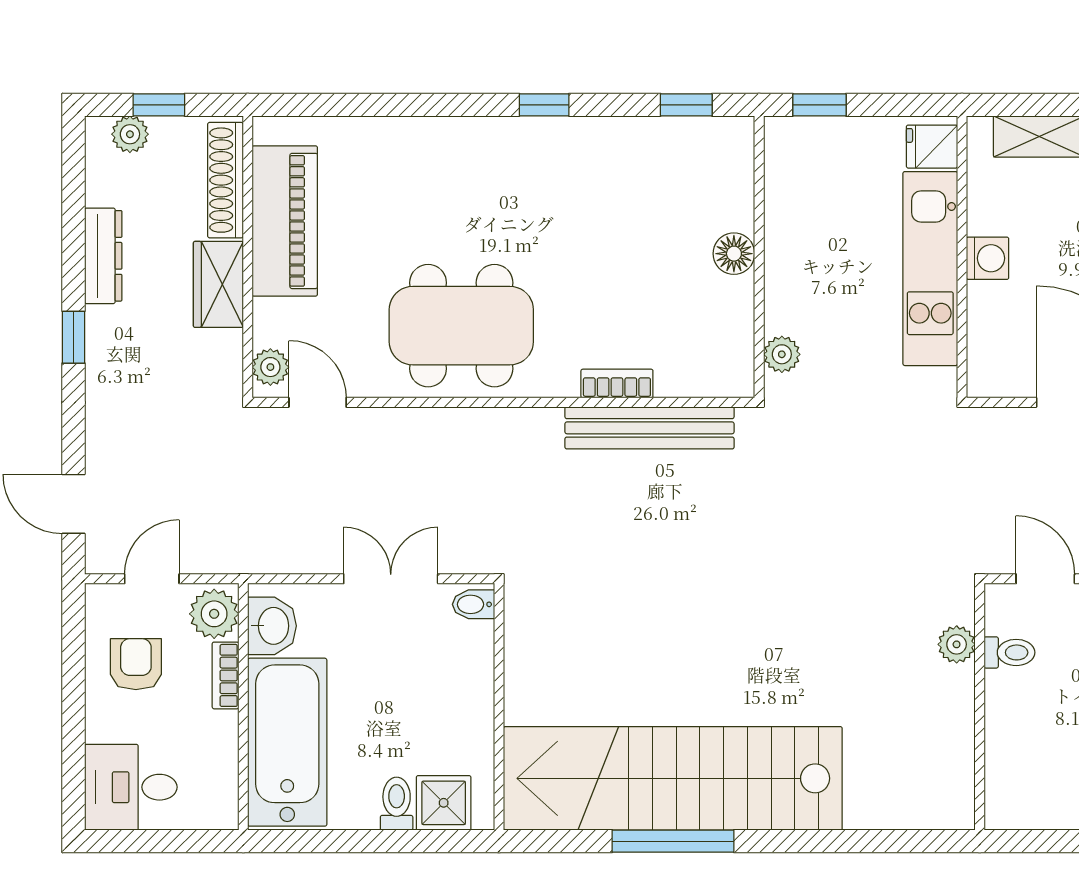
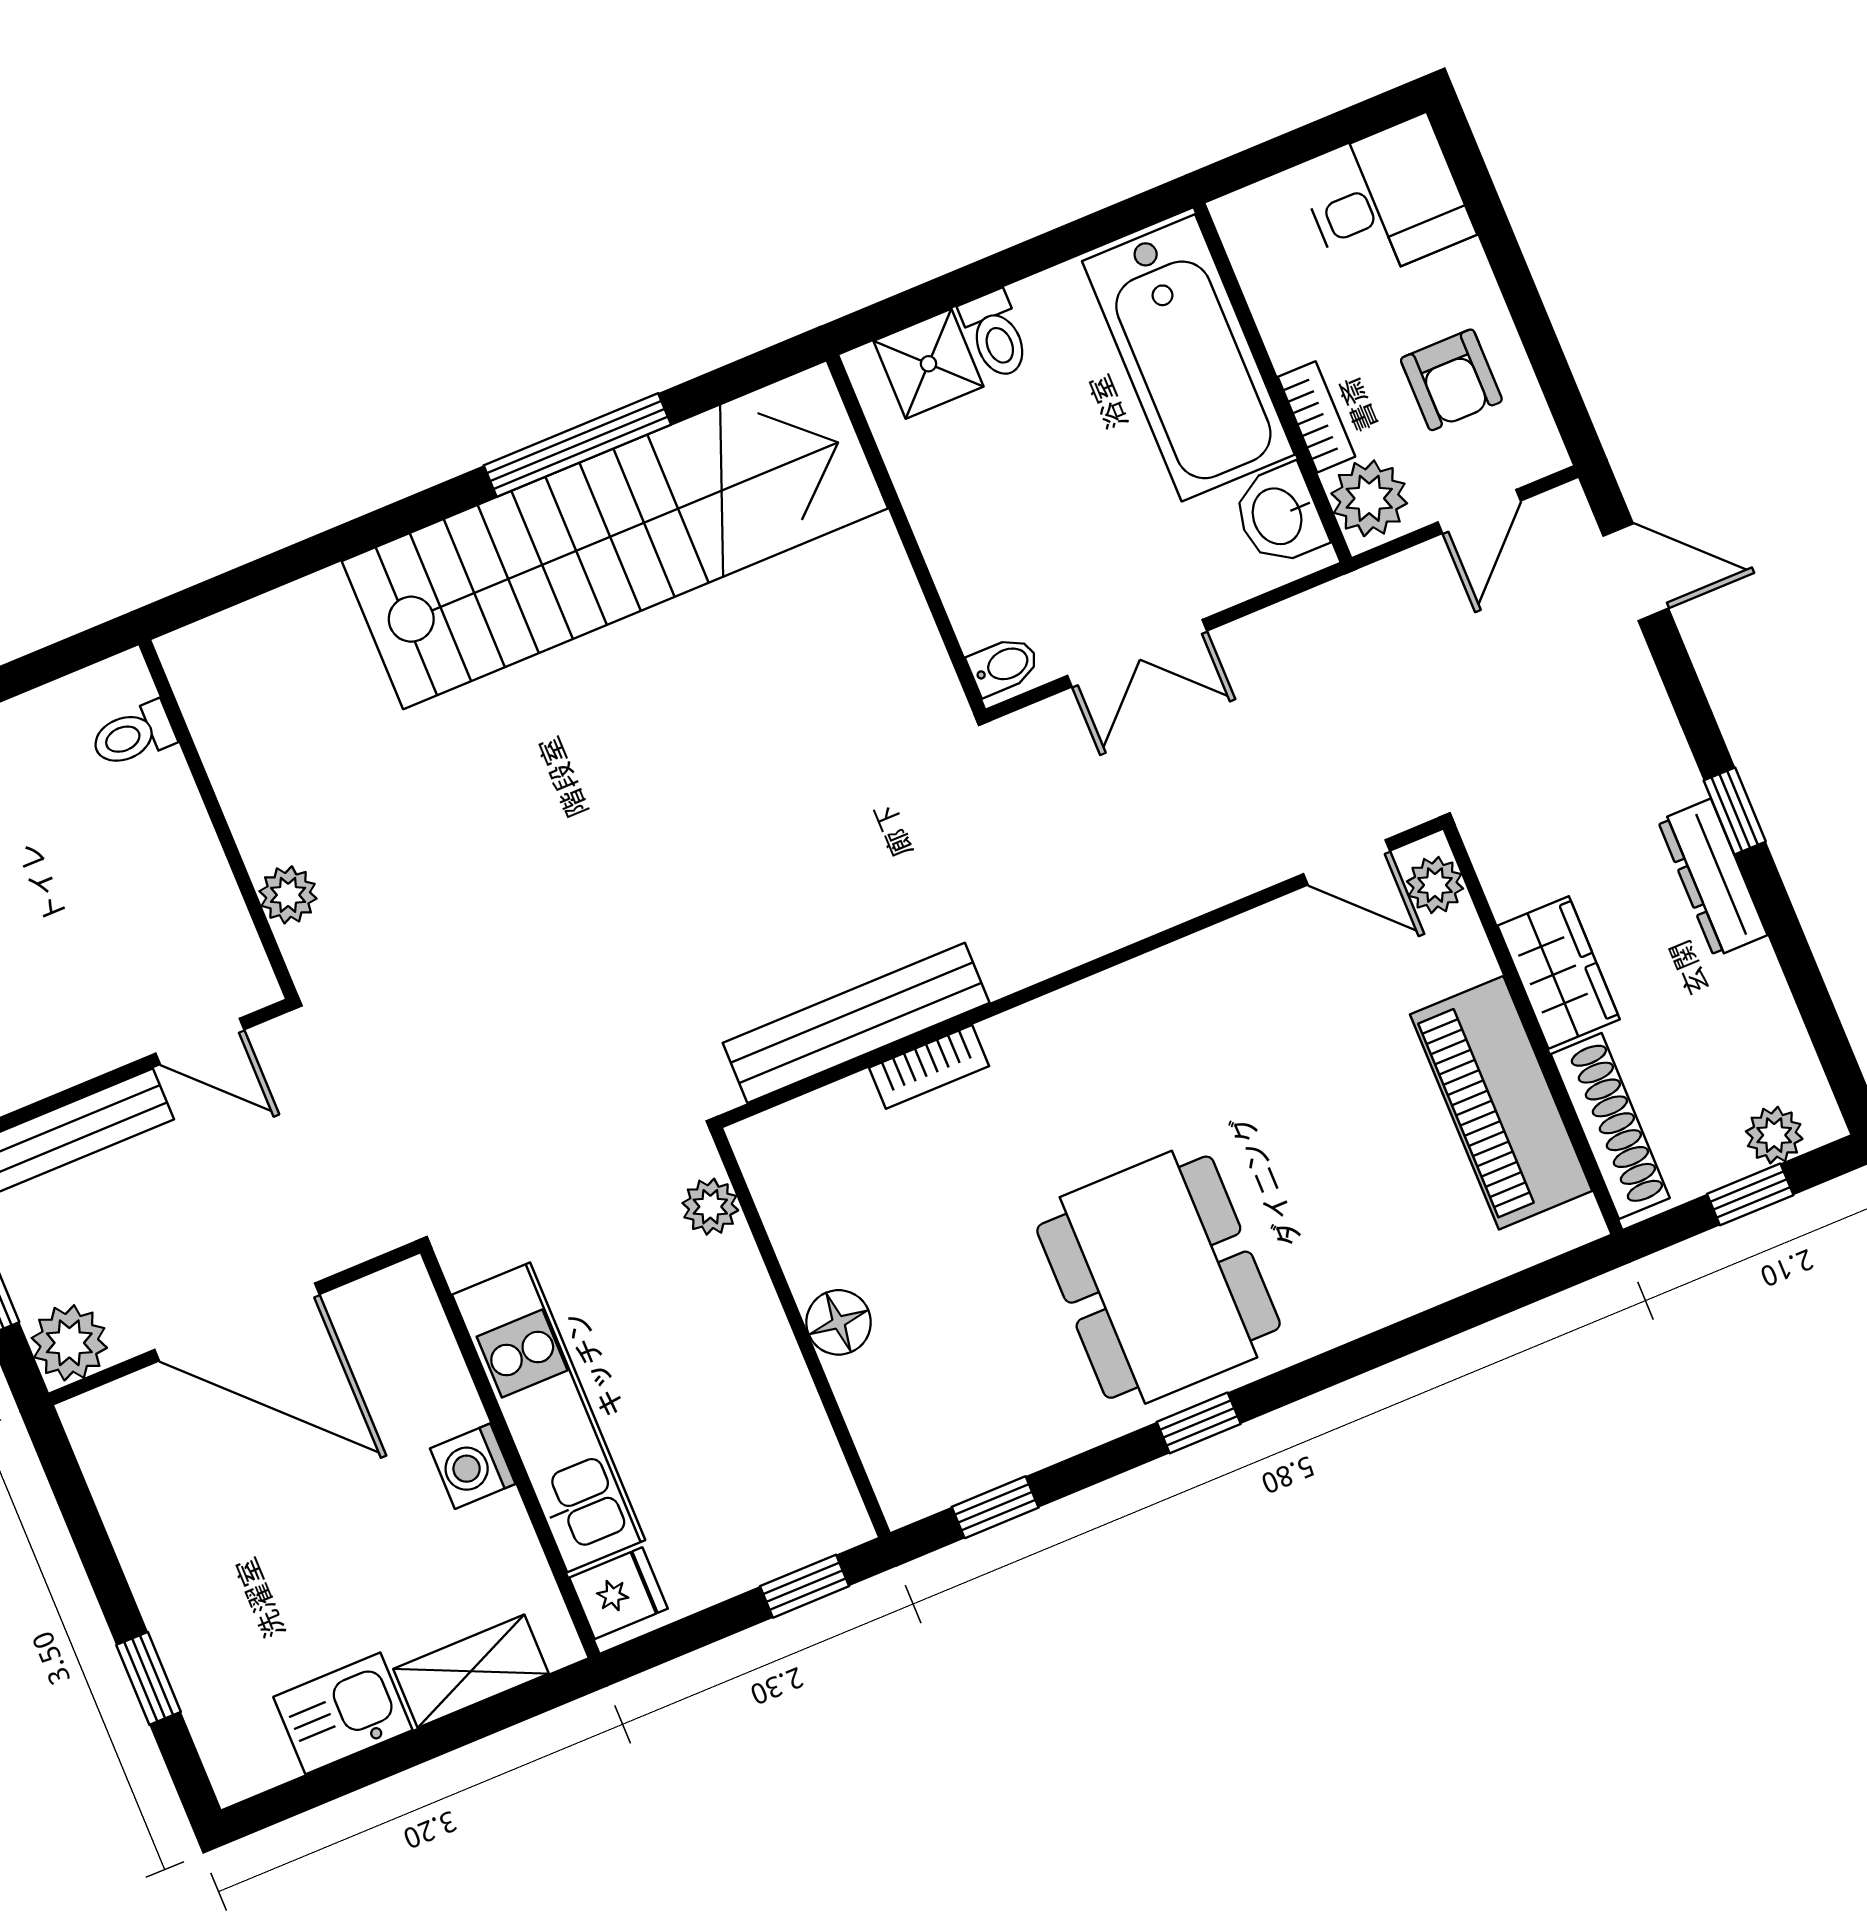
dresser: (103, 256) -> (1713, 878), moved
dining table: (461, 326) -> (1158, 1277), moved, turned 90
toilet: (1009, 652) -> (133, 735), moved

